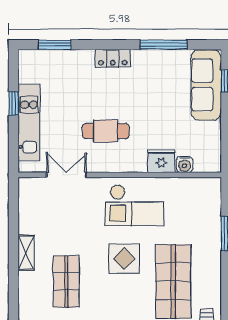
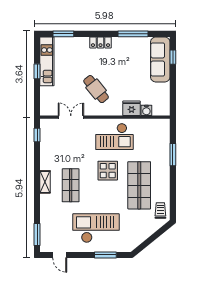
kitchen unit: (29, 122) -> (47, 61), moved
cafe table: (106, 131) -> (96, 89), turned 51
window: (14, 203) -> (37, 135), added
shelving: (26, 253) -> (45, 182), moved

